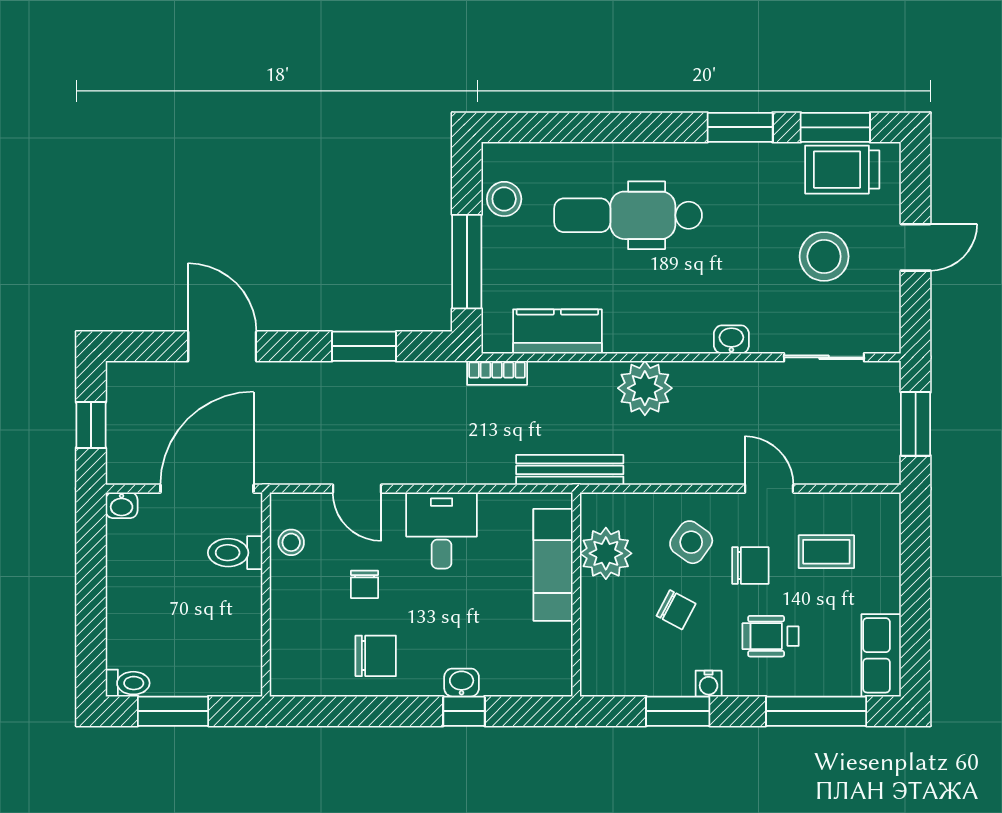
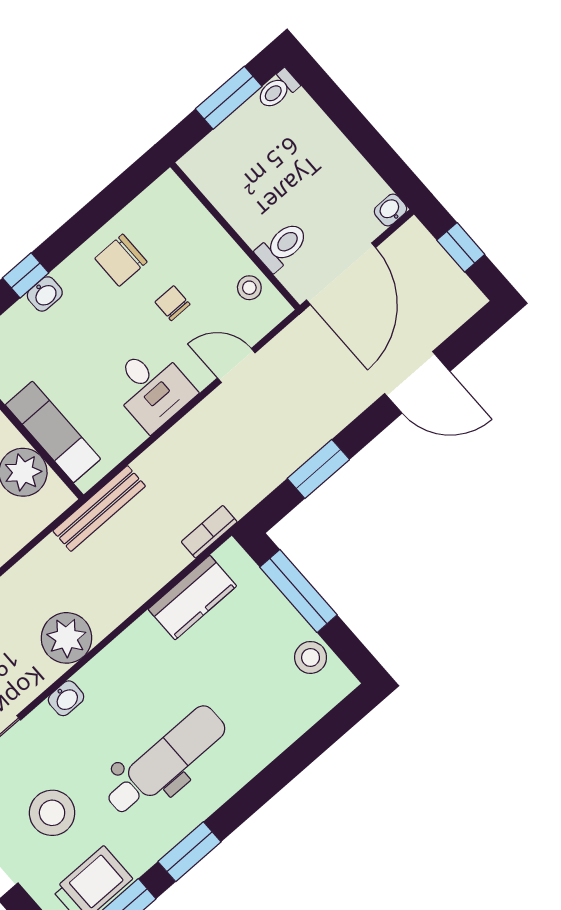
dental chair: (628, 215) -> (165, 761), moved
plant: (645, 388) -> (66, 638), moved

